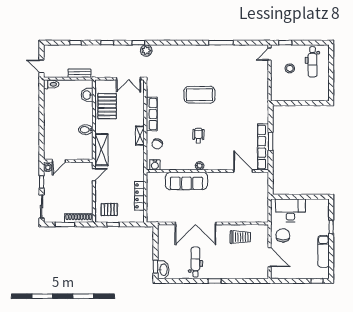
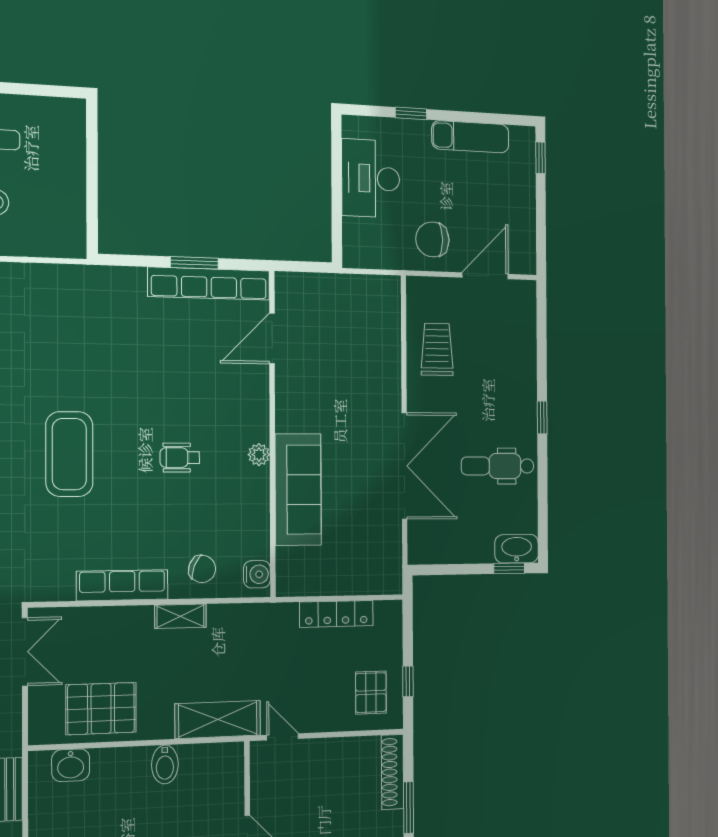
desk: (290, 210) -> (371, 178), moved

